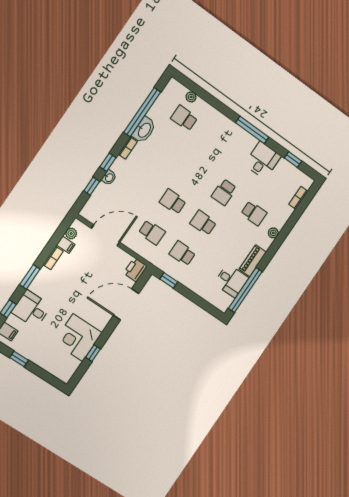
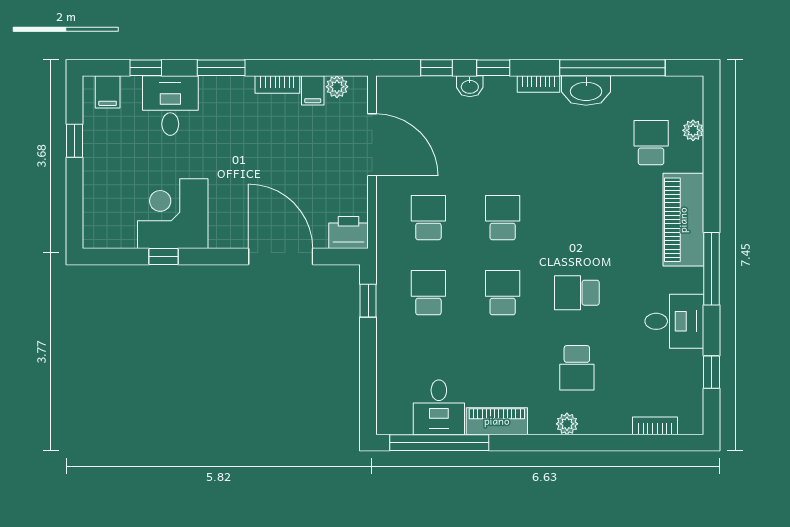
piano: (225, 127) -> (683, 220), added
school desk: (152, 232) -> (428, 218), turned 180

